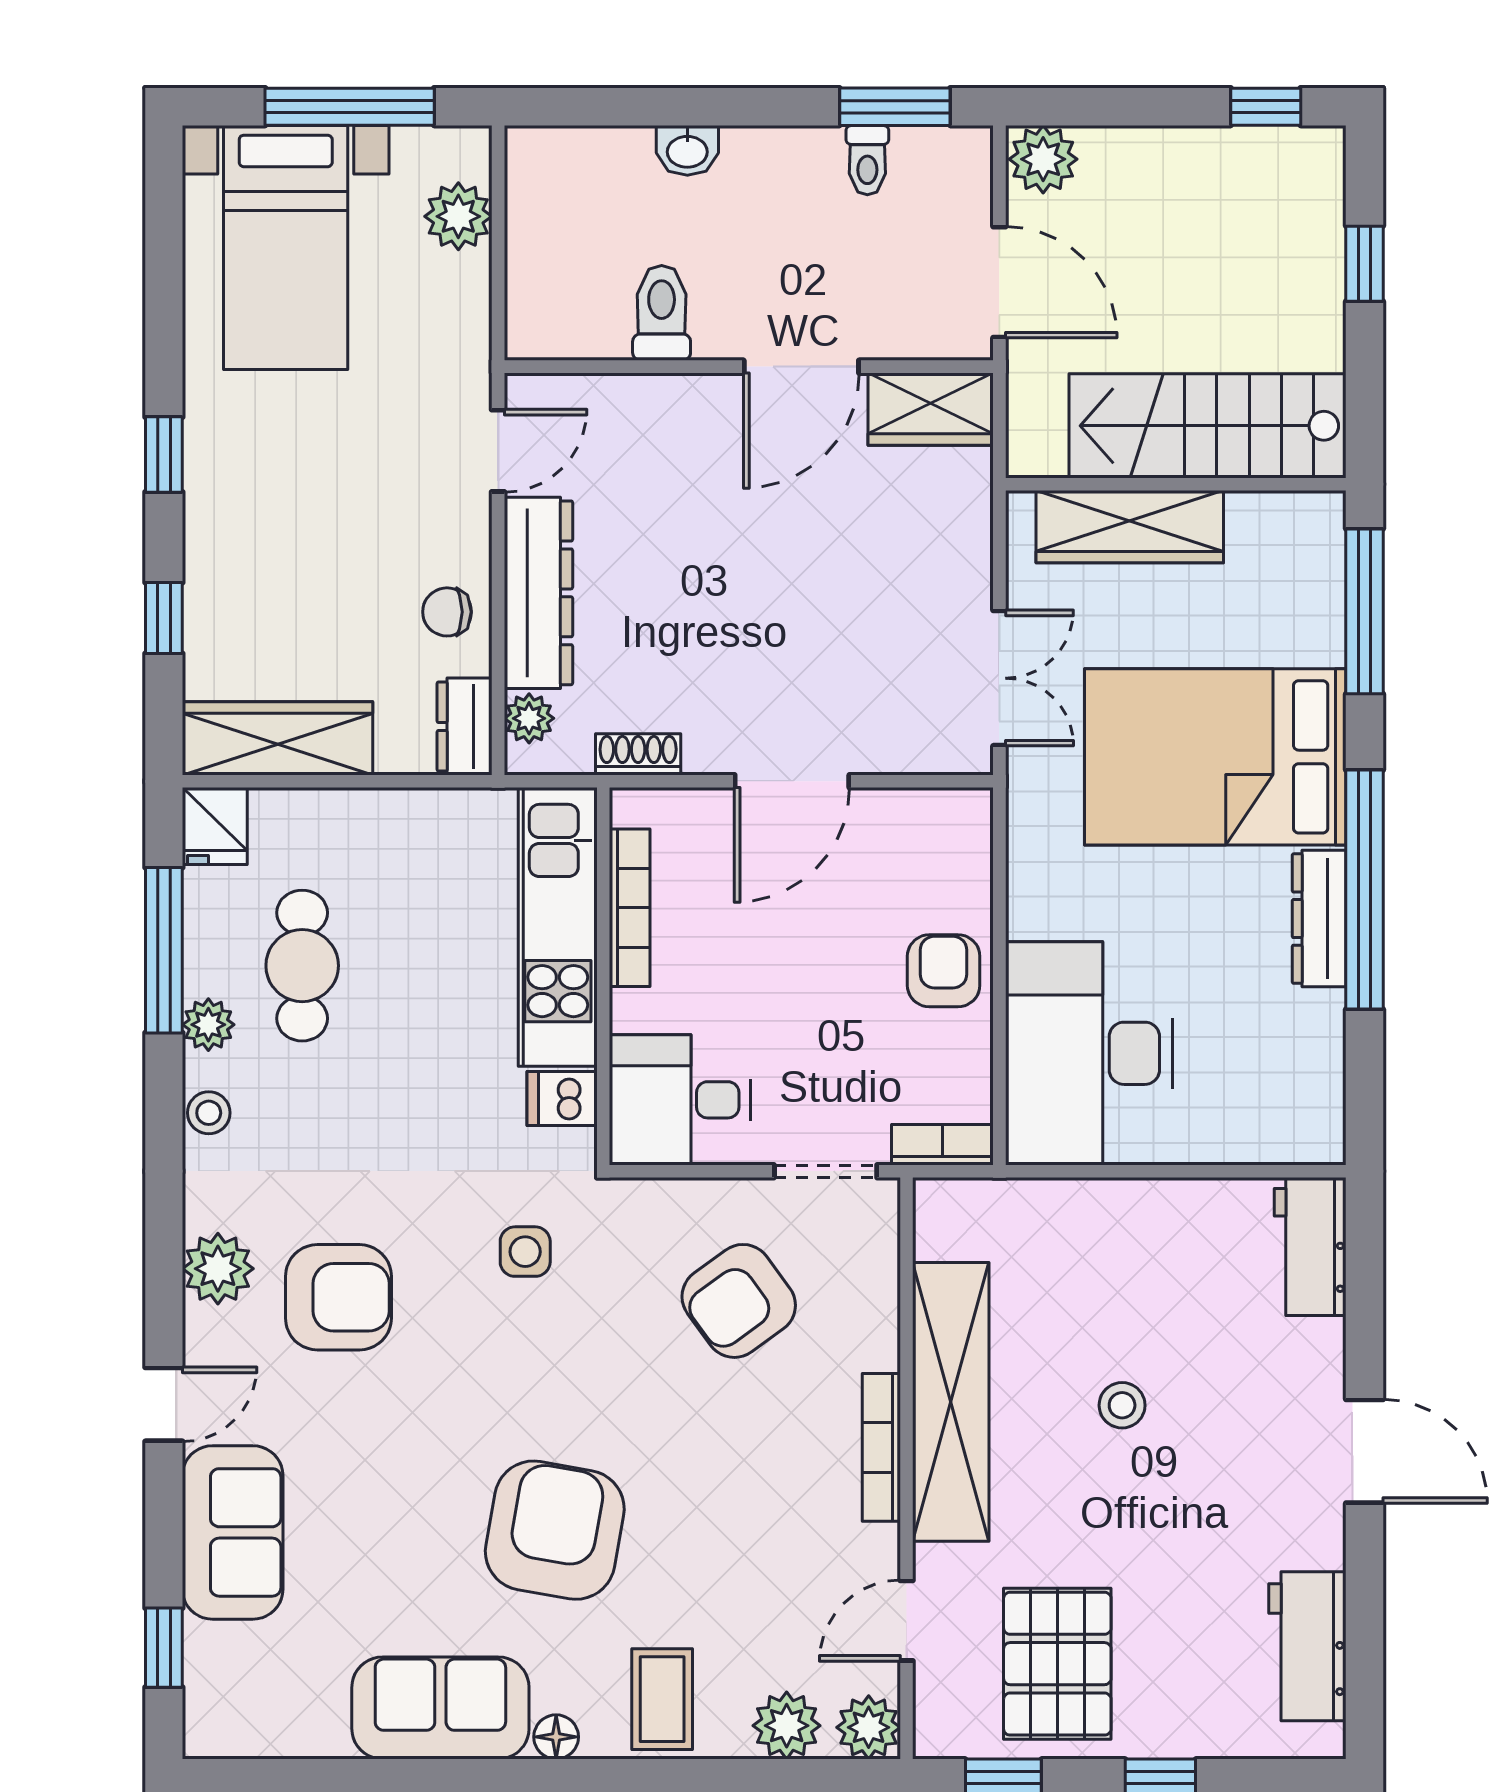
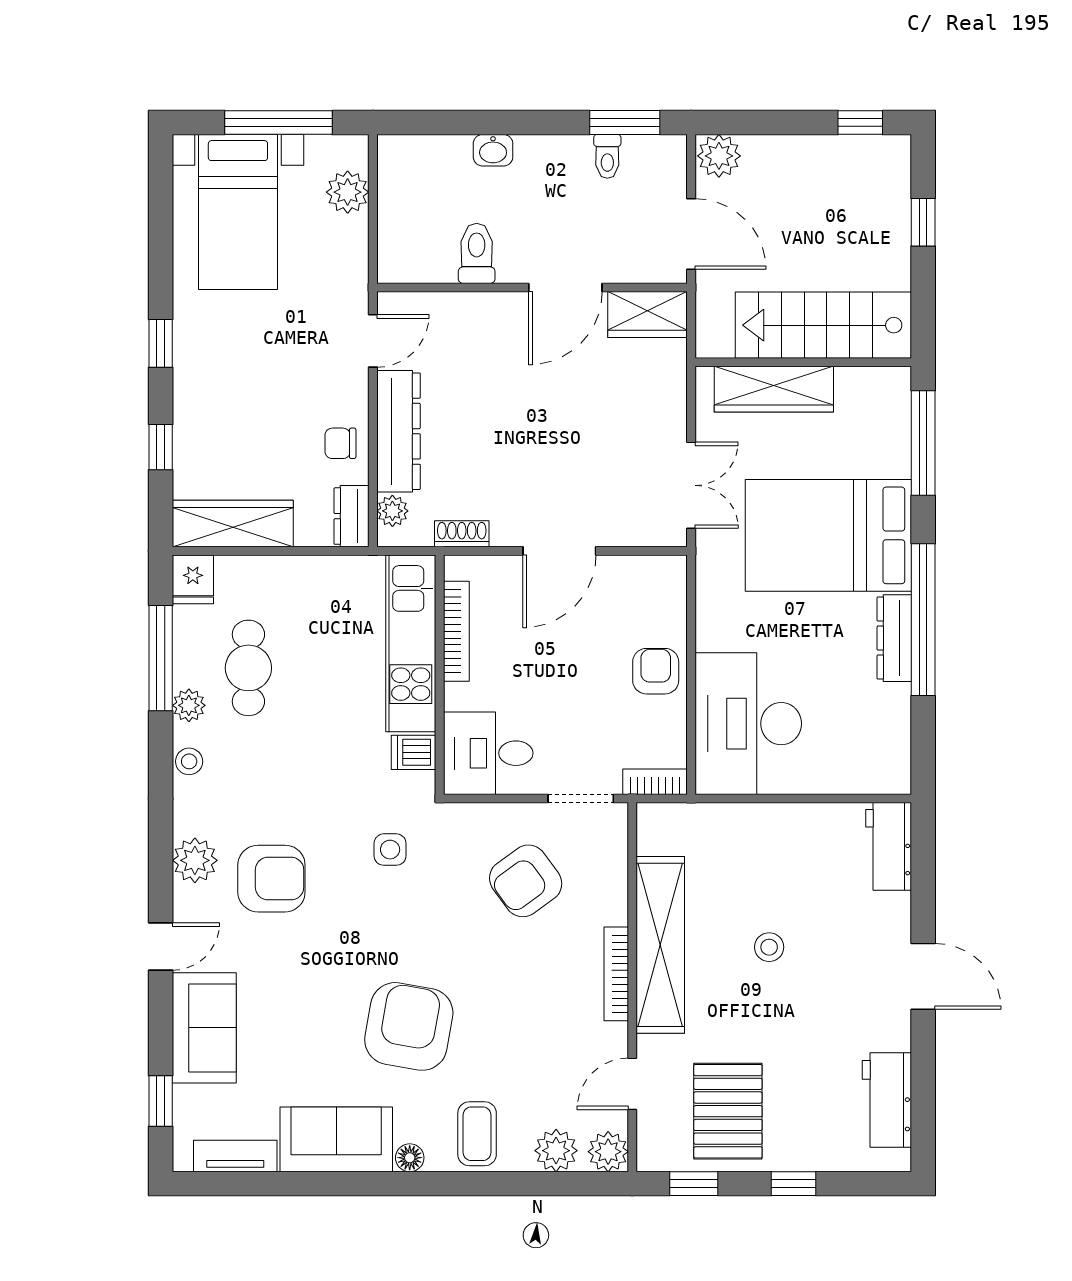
tv unit: (281, 1734) -> (235, 1156), added

